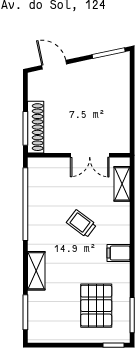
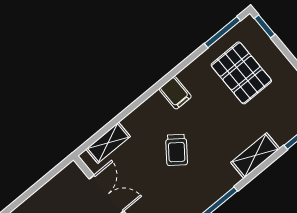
pallet: (96, 306) -> (241, 73), turned 90

